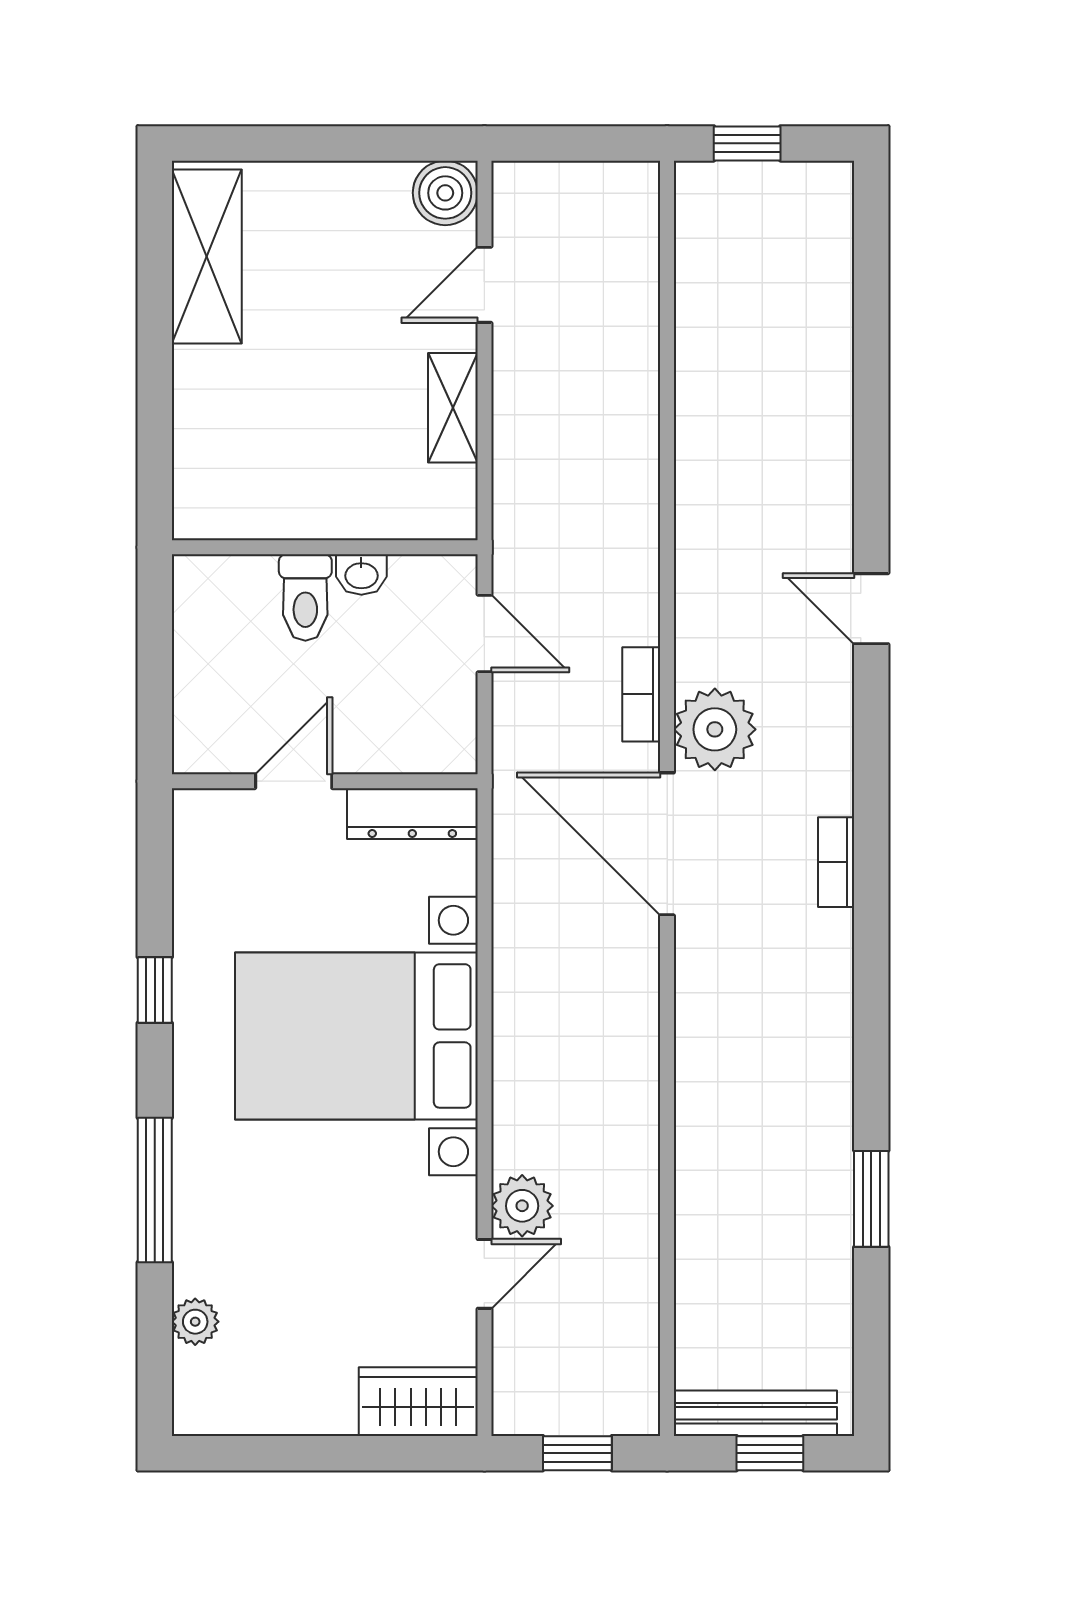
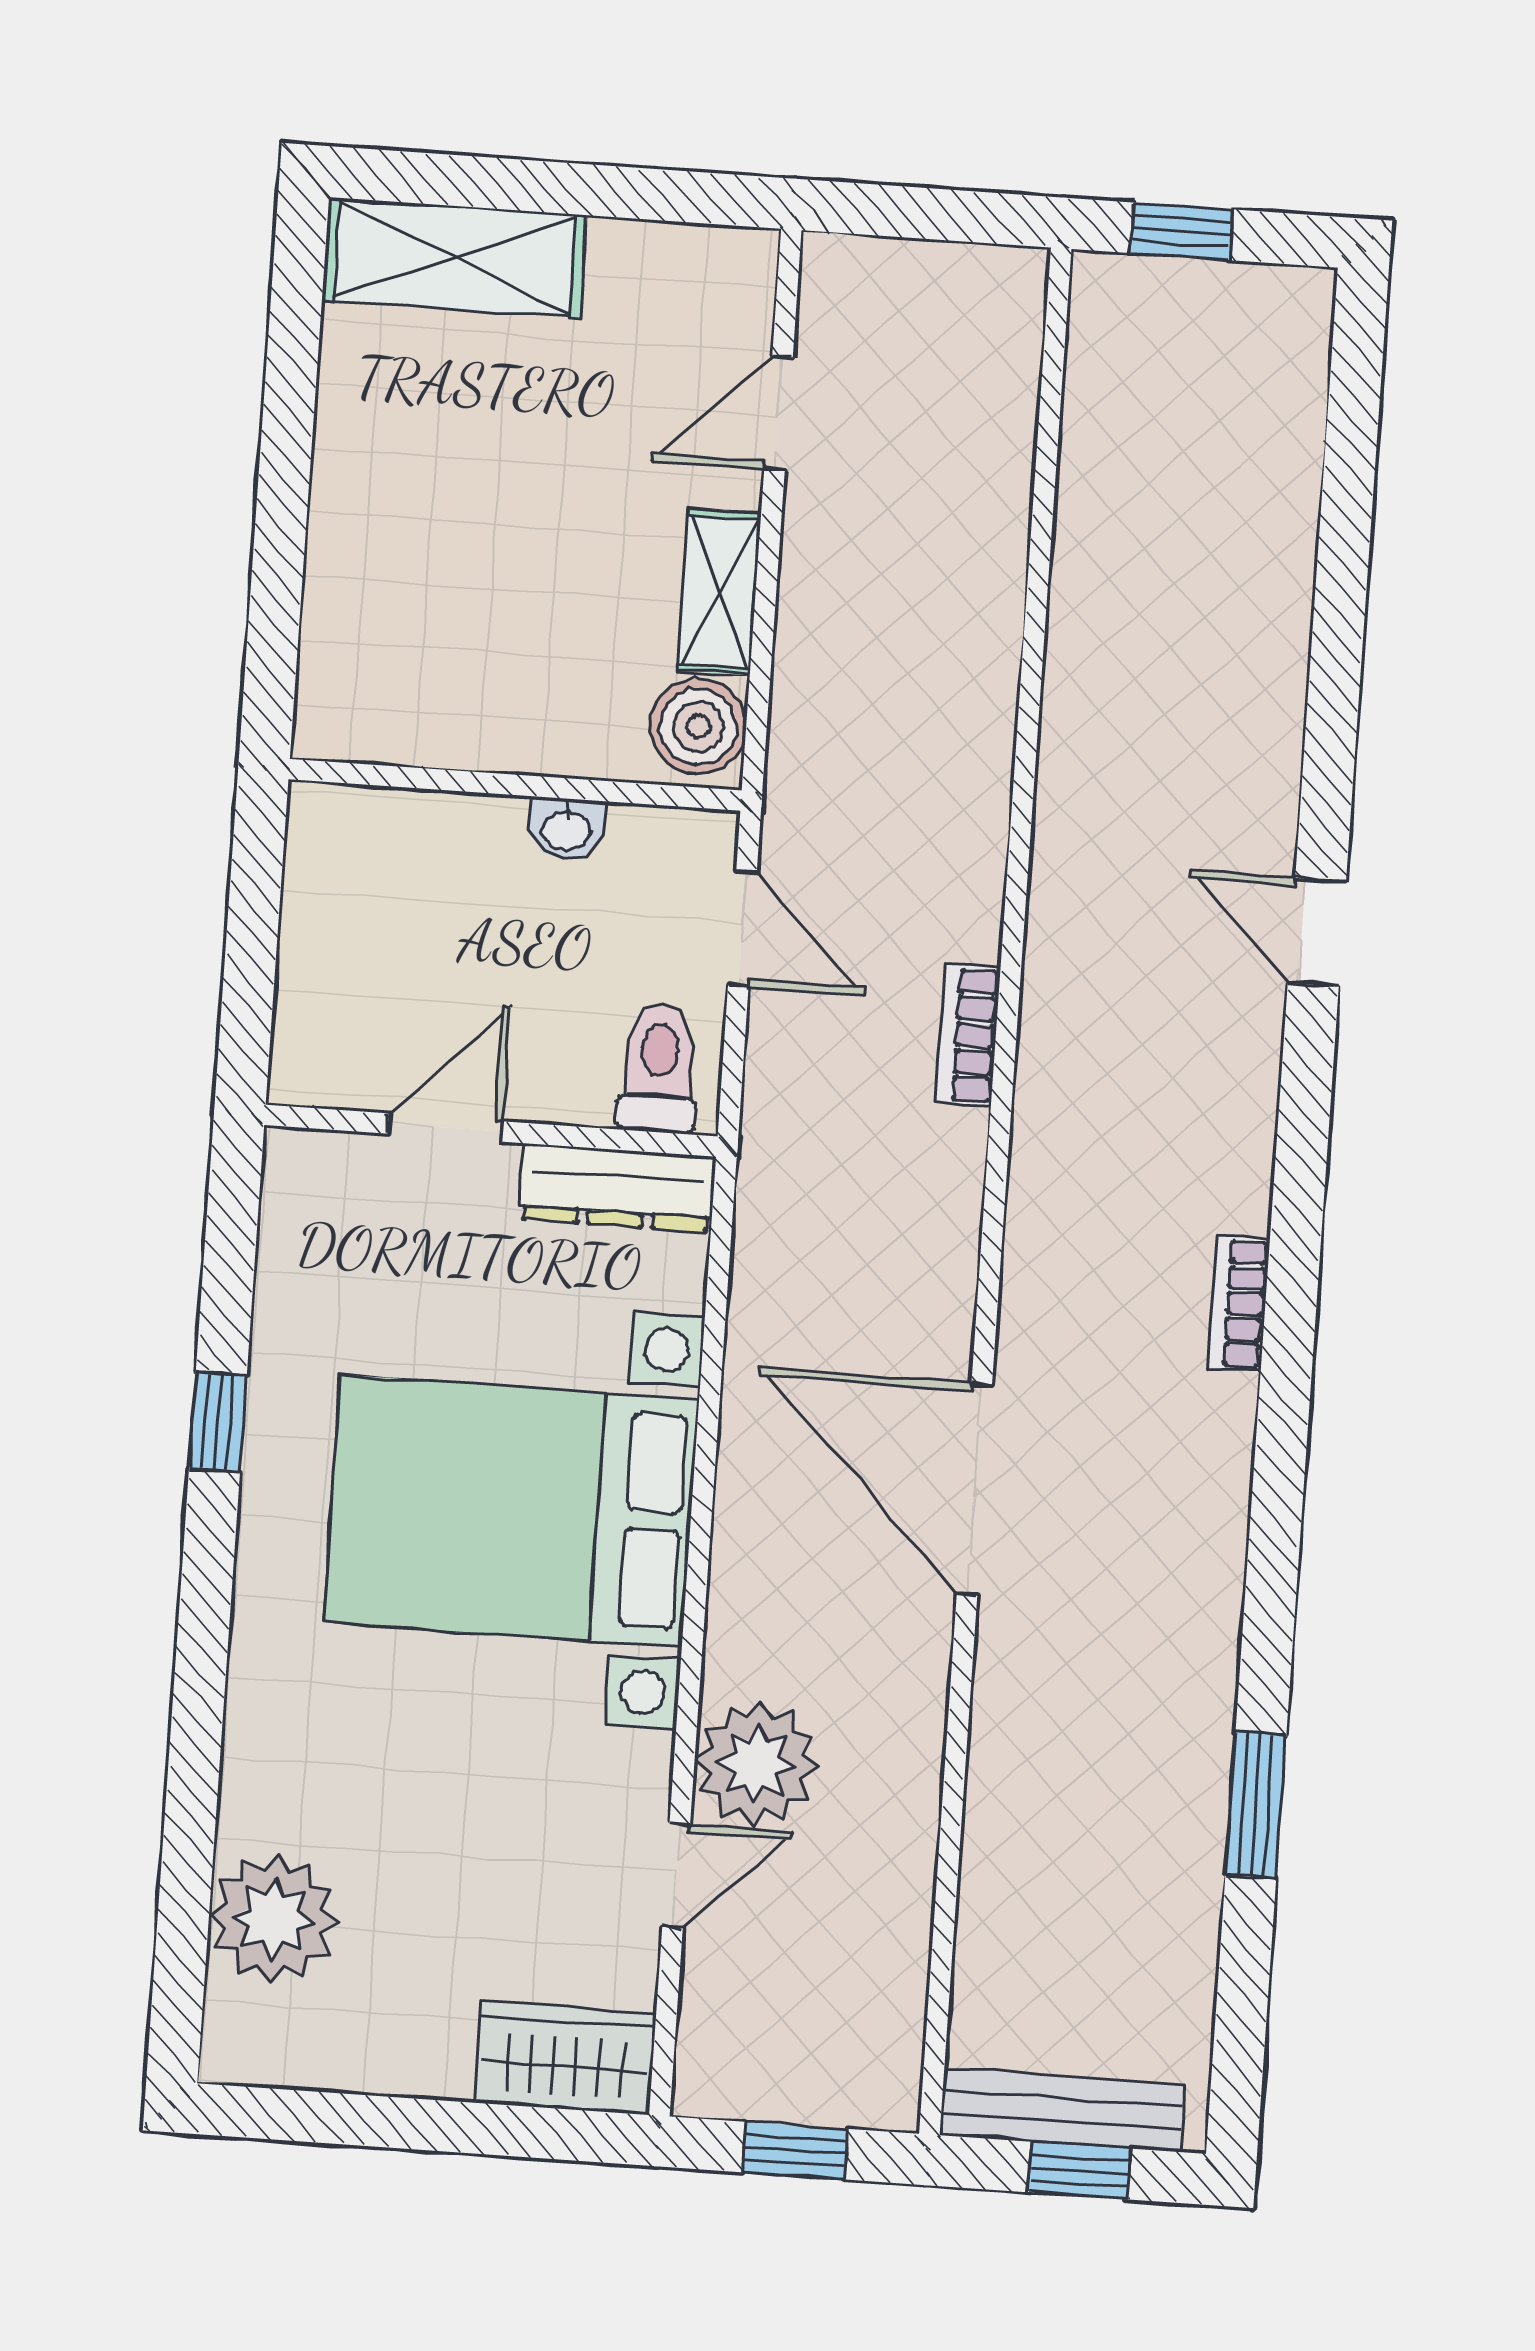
boiler: (445, 193) -> (698, 727), moved
shelving: (207, 257) -> (454, 258), moved, turned 90
toilet: (305, 598) -> (659, 1068), moved, turned 180
plant: (715, 729) -> (1073, 1094), removed
door: (667, 844) -> (974, 1489), moved
window: (155, 1190) -> (197, 1718), removed
plant: (522, 1206) -> (757, 1764), width x1.36, depth x1.36
plant: (195, 1322) -> (274, 1919), width x1.87, depth x1.87

